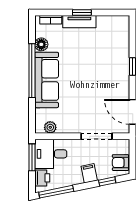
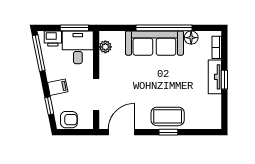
coffee table: (117, 67) -> (168, 116), added
armchair: (120, 163) -> (69, 120), turned 90

